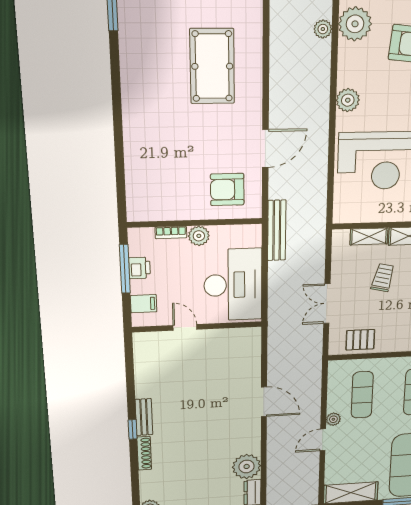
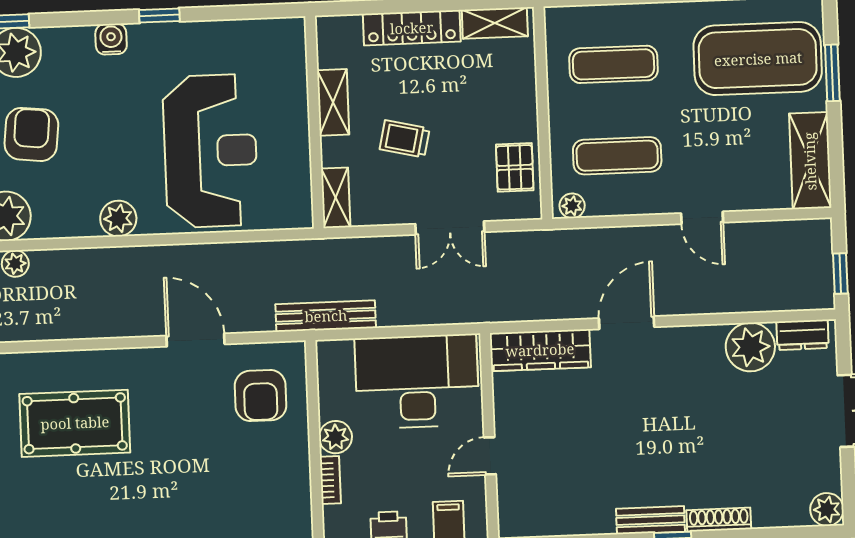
shelving: (369, 236) -> (336, 198), moved
wardrobe: (250, 355) -> (540, 350), added
plant: (333, 419) -> (572, 206), moved

